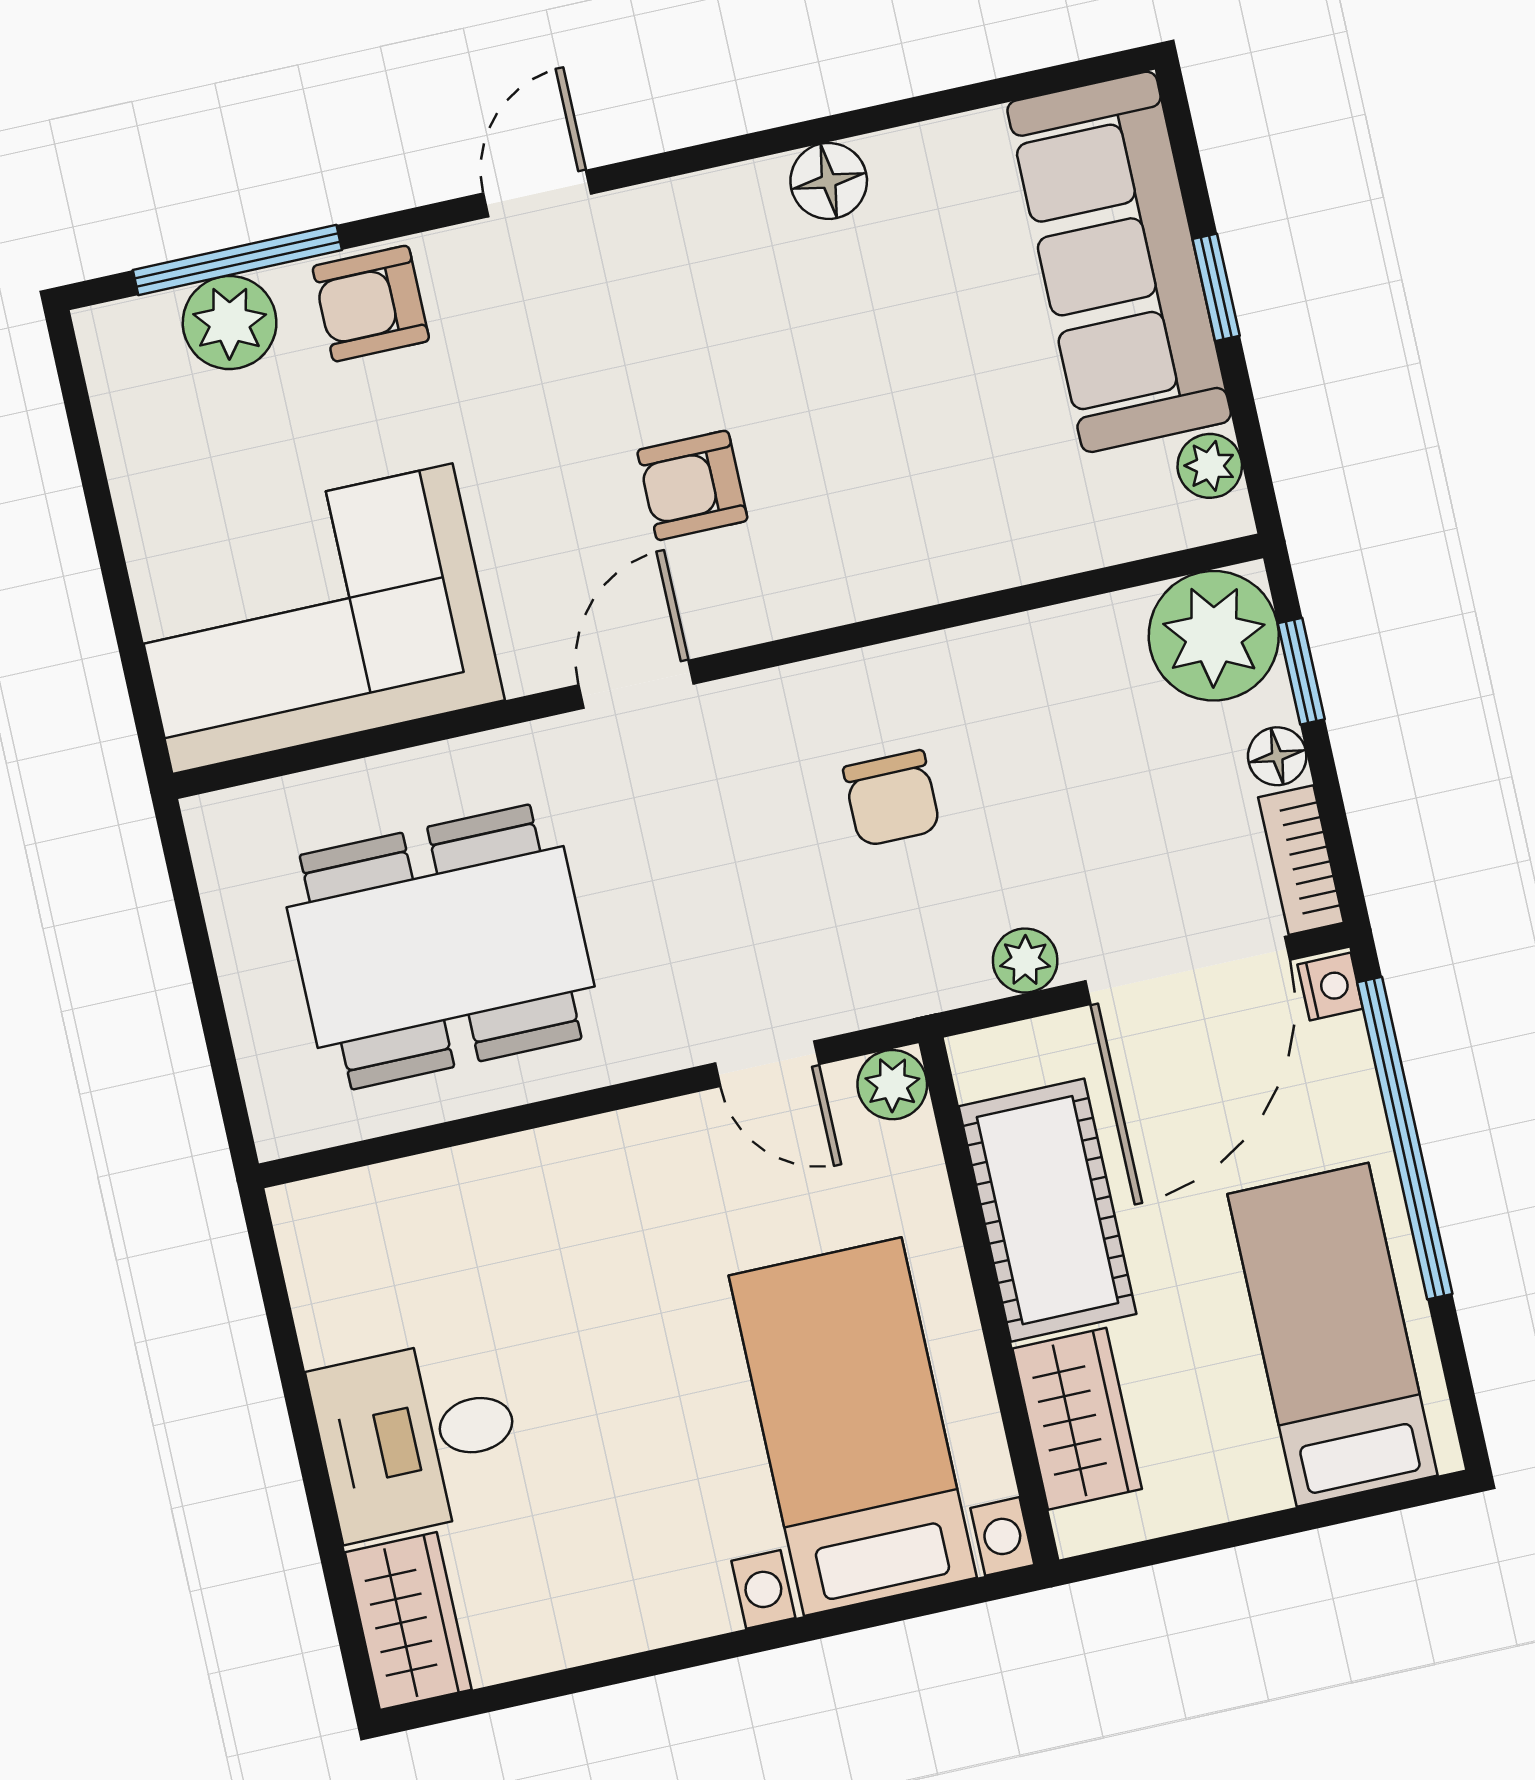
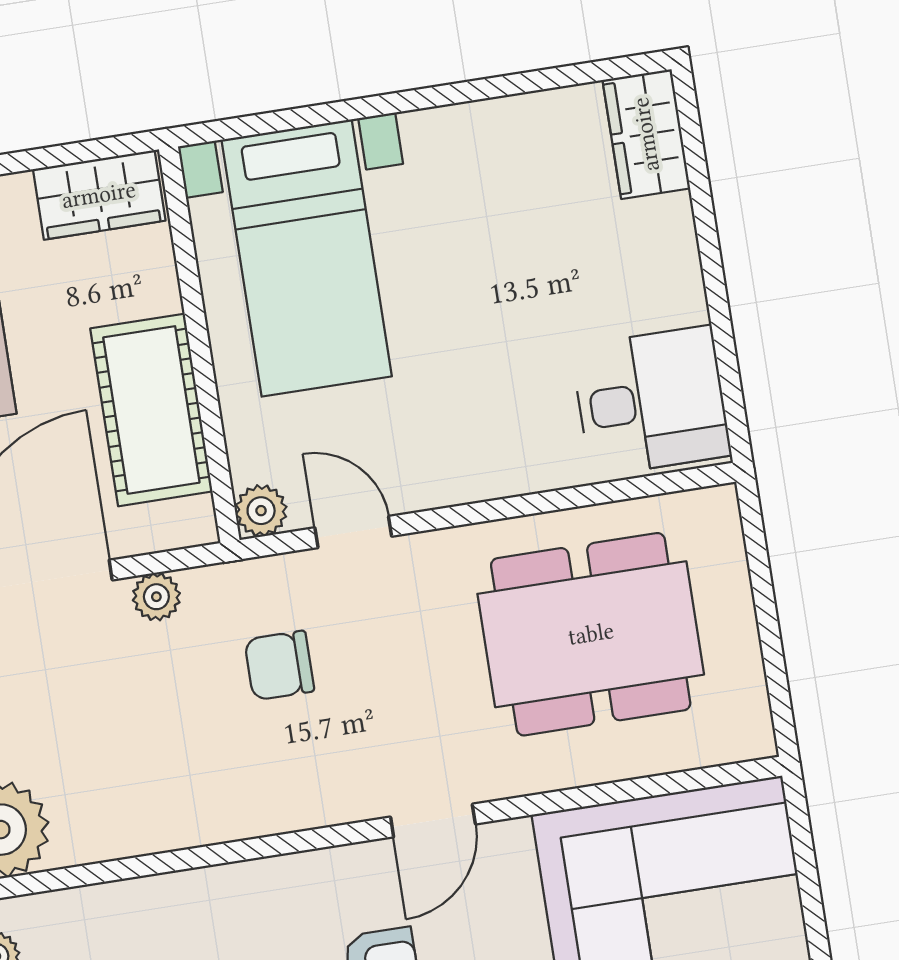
chair: (892, 798) -> (279, 665), moved, turned -90
wardrobe: (1077, 1419) -> (99, 195), moved, turned -90
desk: (418, 1438) -> (651, 401), moved

